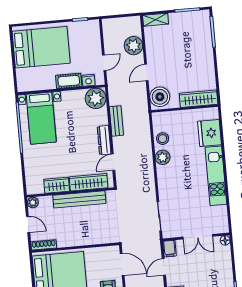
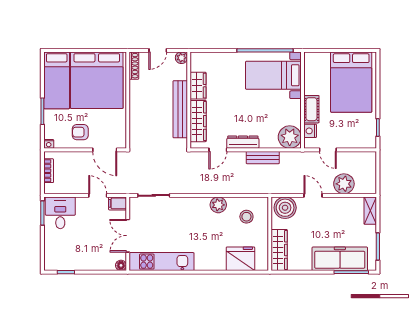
freezer: (202, 43) -> (340, 259), added
stool: (163, 139) -> (246, 217), moved
door: (113, 162) -> (218, 150), swing flipped
kitchen unit: (216, 176) -> (162, 262), moved
door: (122, 264) -> (105, 150), hinge flipped

